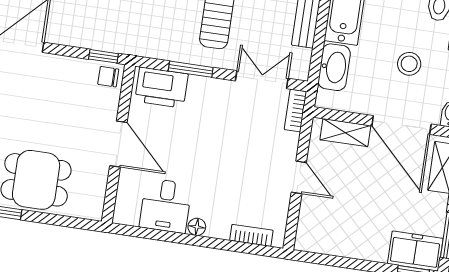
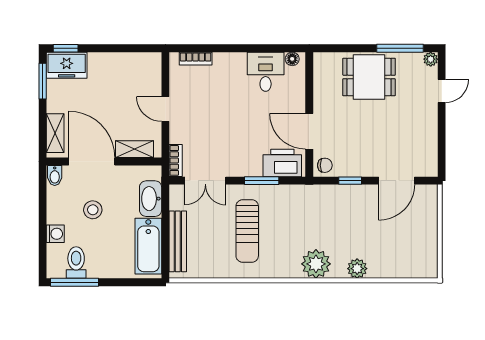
window: (103, 56) -> (350, 181), moved
door: (118, 144) -> (309, 131), moved
floor lamp: (197, 227) -> (292, 59), moved

